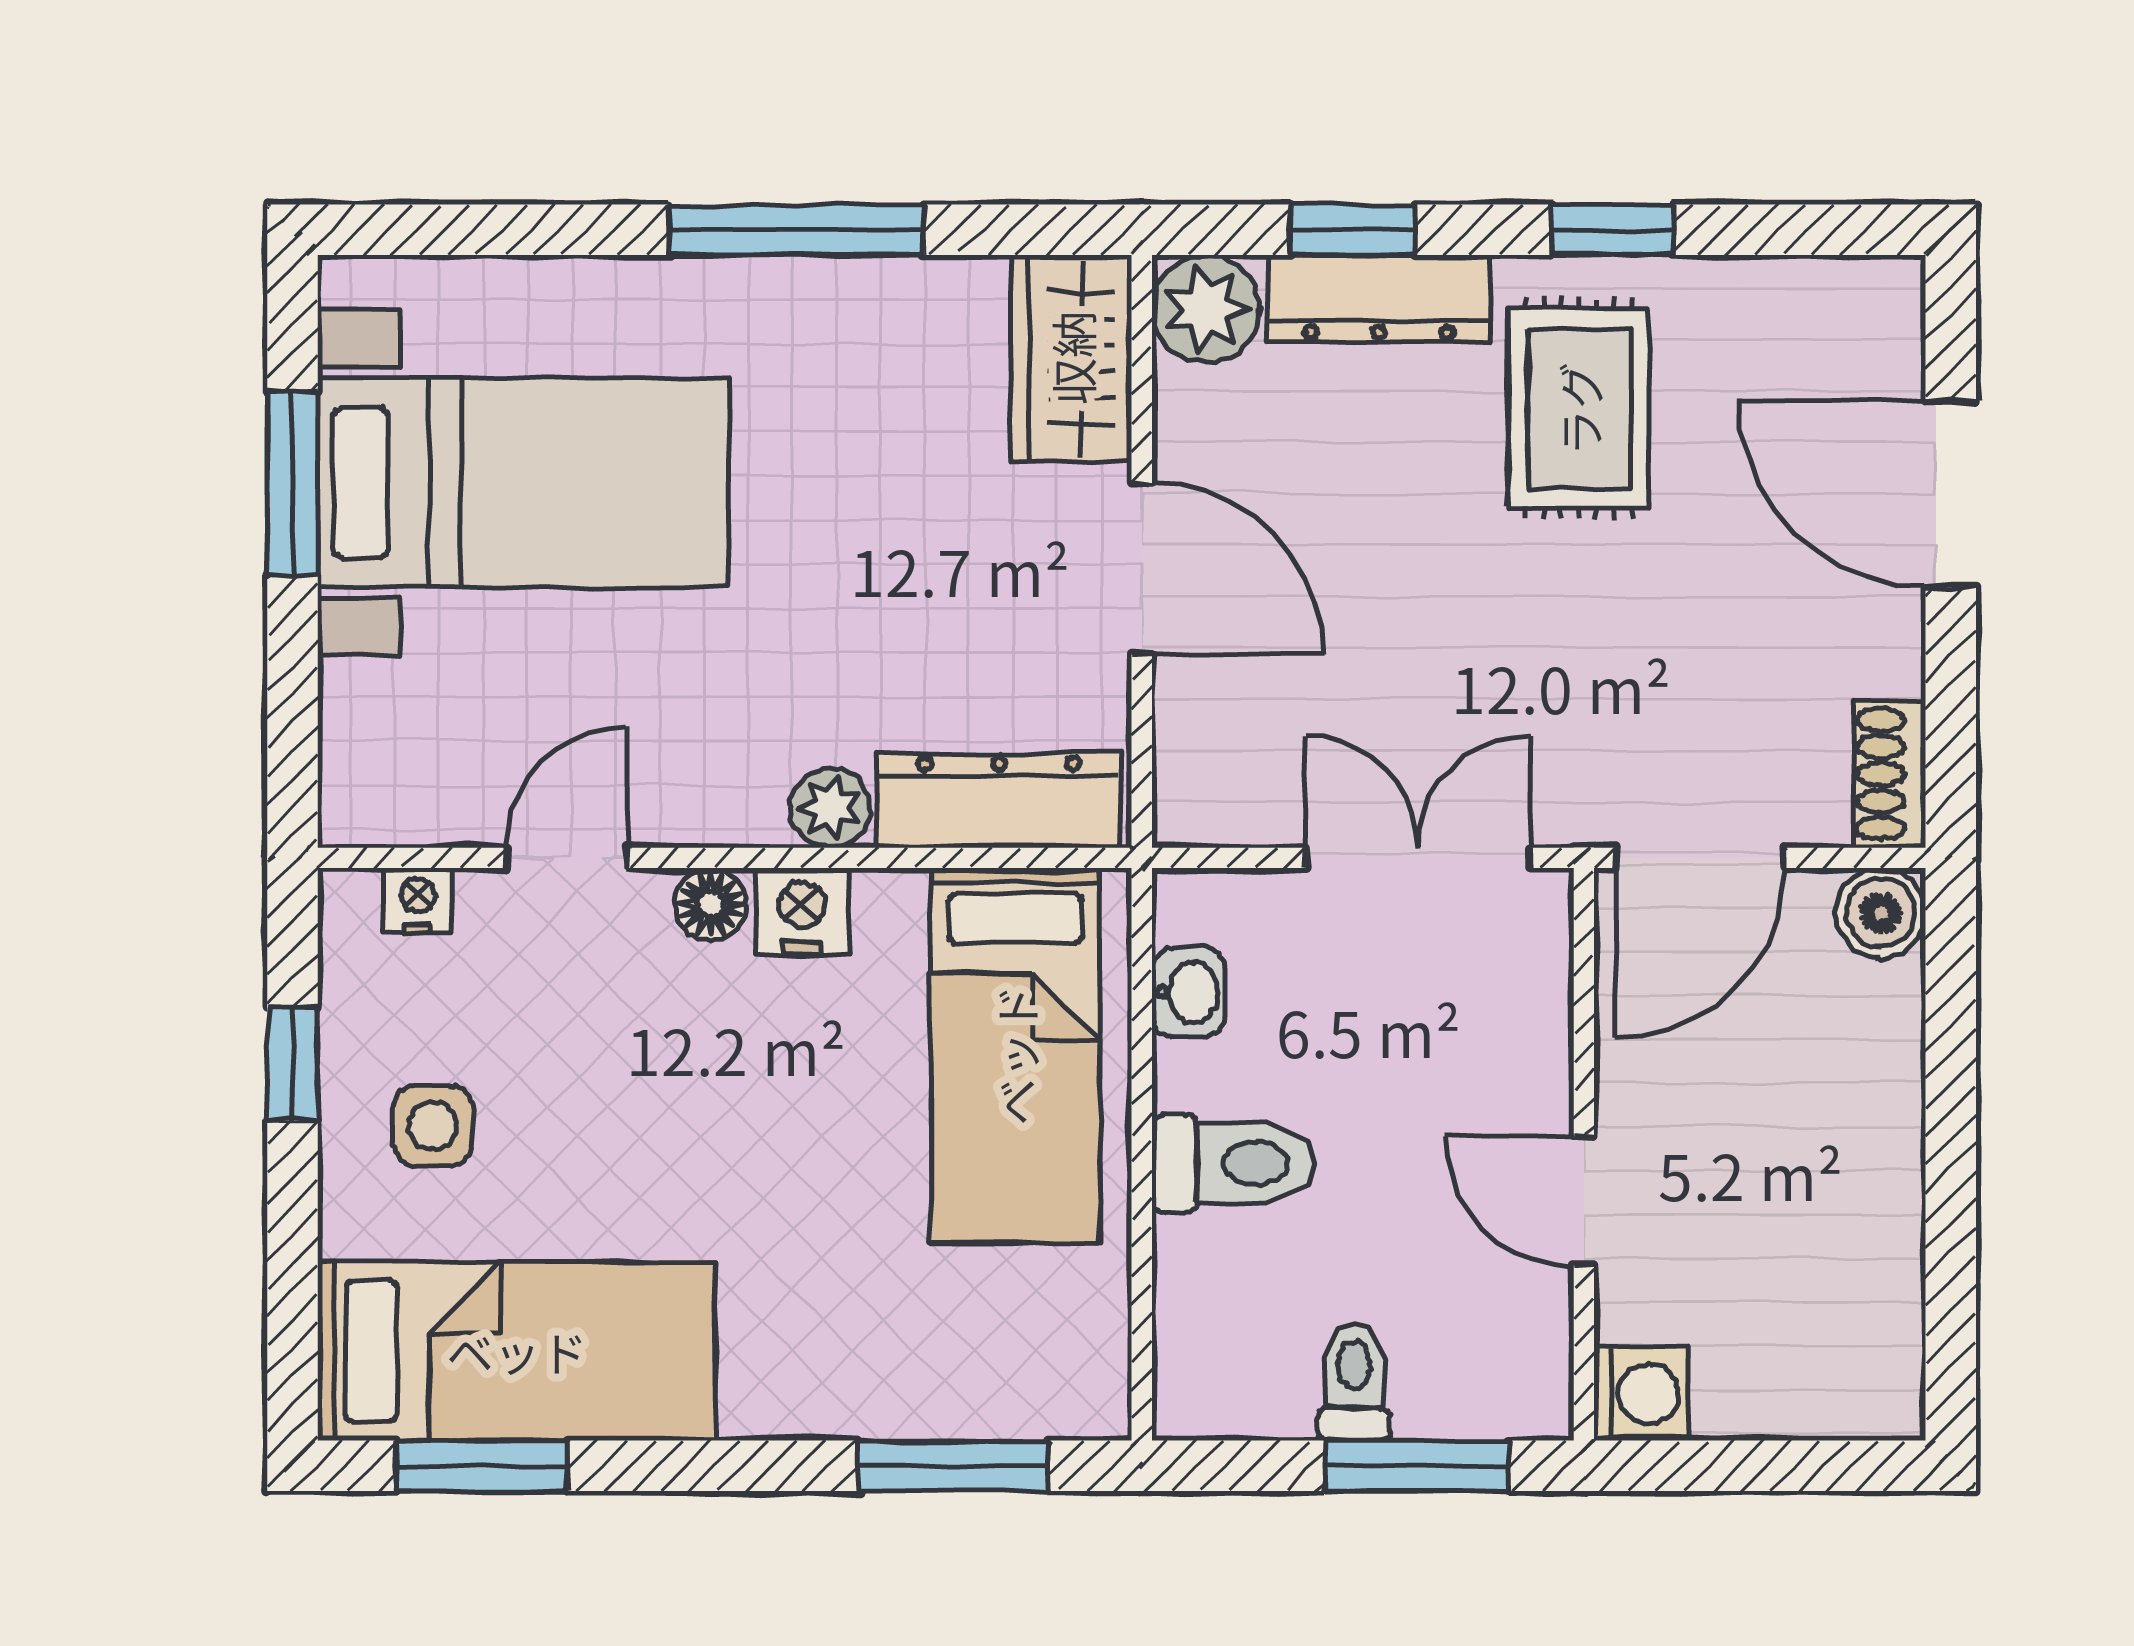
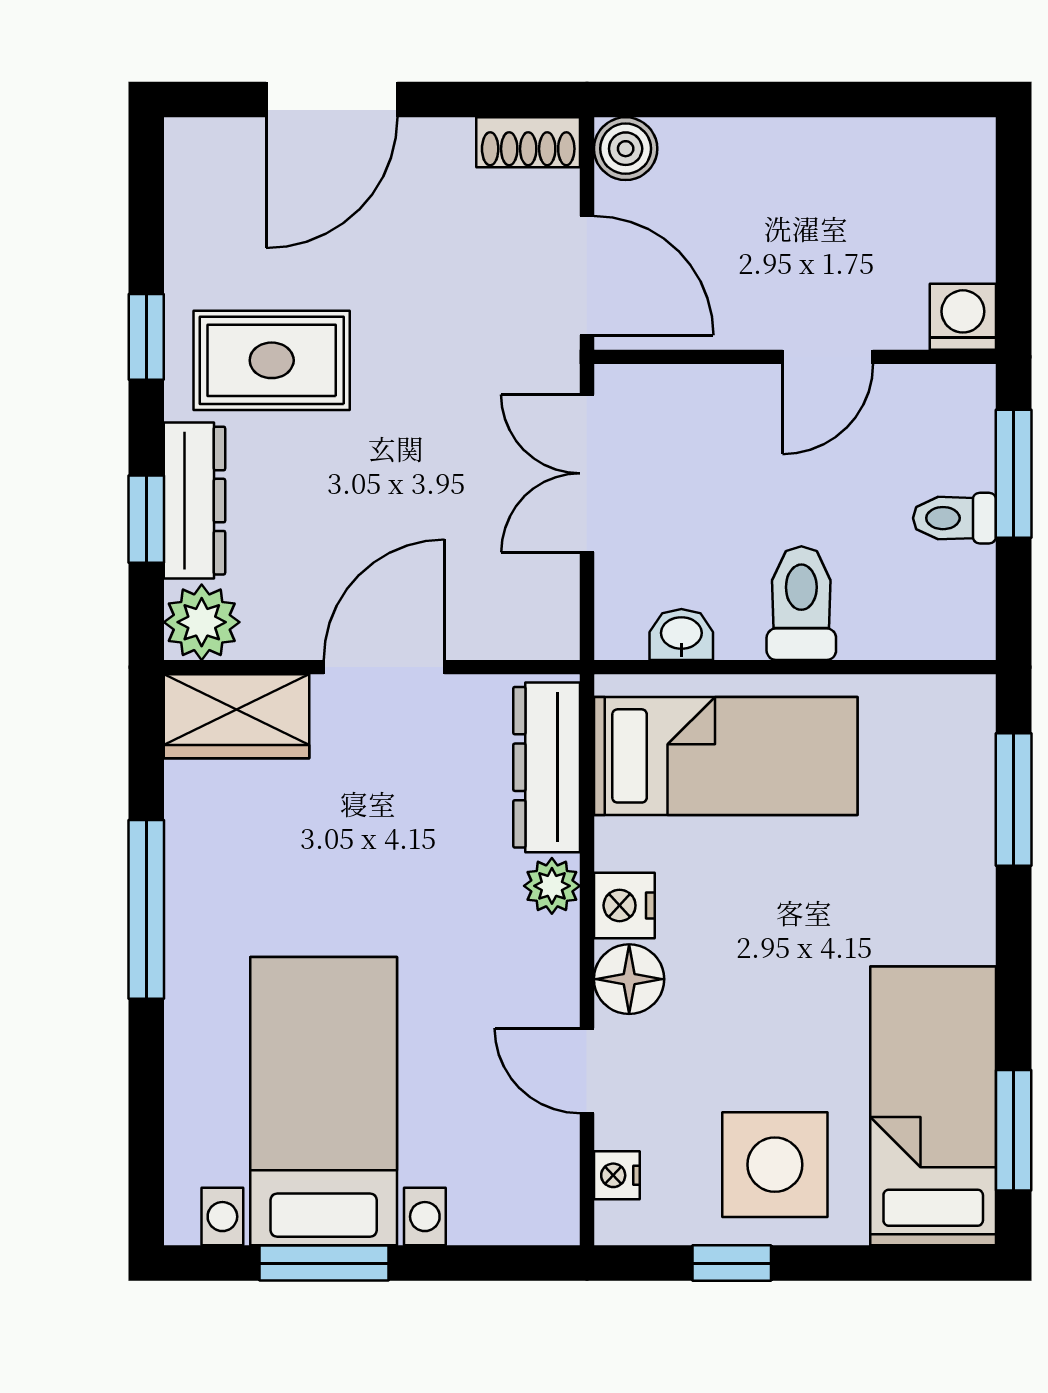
floor lamp: (711, 904) -> (629, 979), width x1.37, depth x1.37
side table: (433, 1126) -> (775, 1165), width x1.87, depth x1.87

